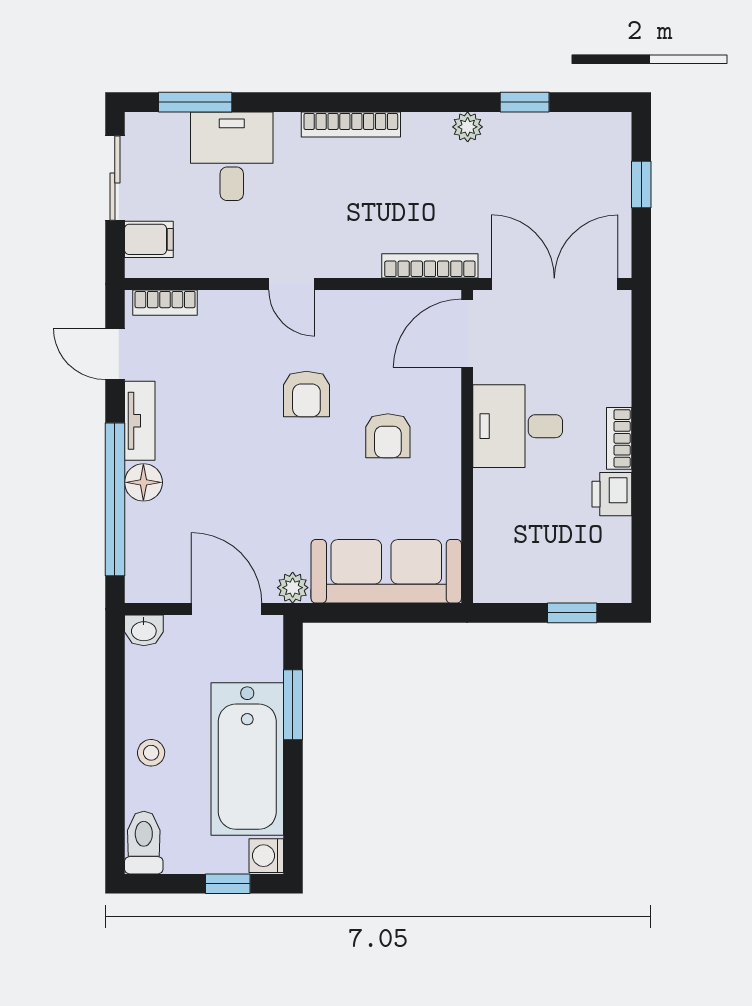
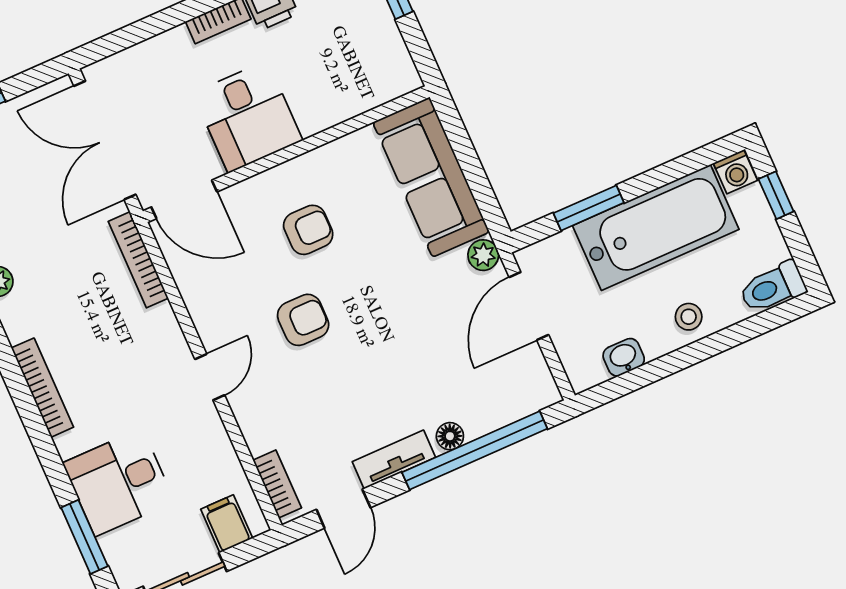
floor lamp: (143, 482) -> (450, 436), width x0.73, depth x0.73
washbasin: (144, 630) -> (624, 357), moved, turned -90

